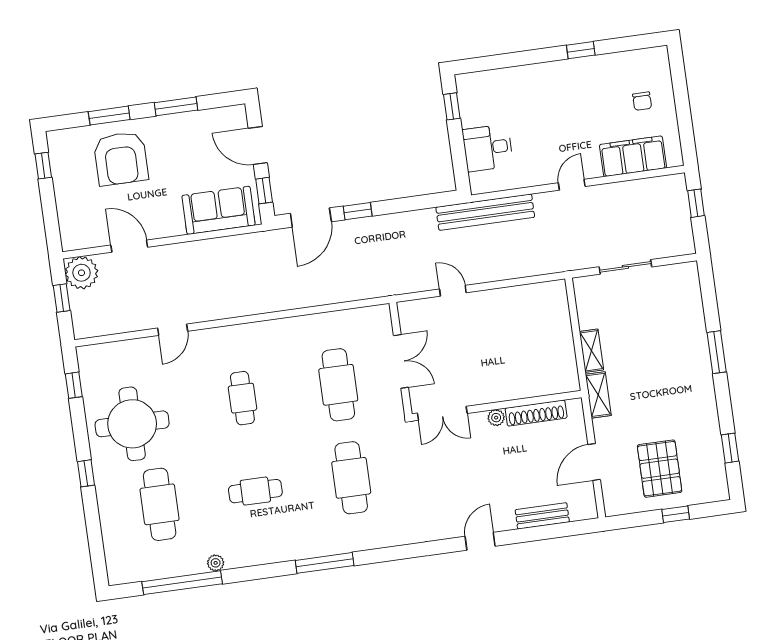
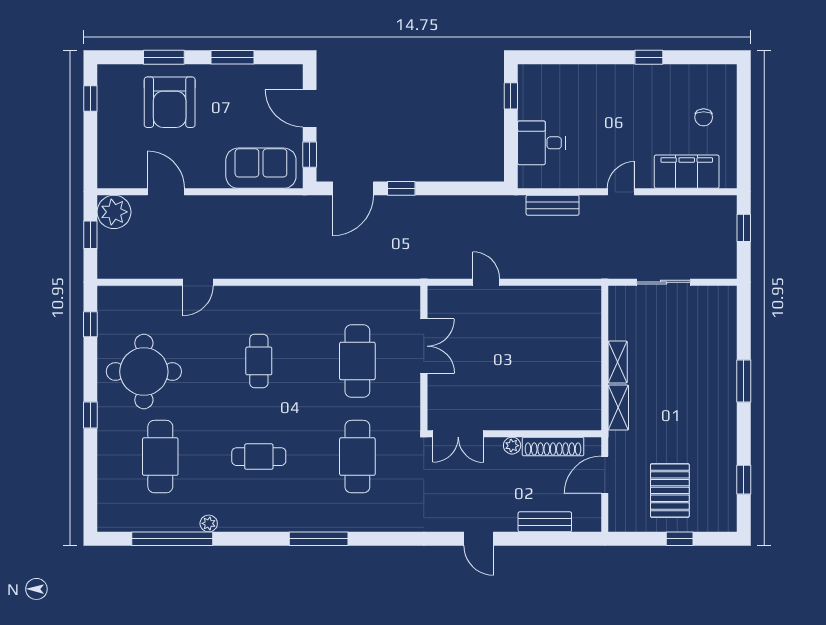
bench: (485, 212) -> (553, 205), width x0.54, depth x0.82
wall: (497, 406) -> (514, 434), moved
double door: (442, 413) -> (458, 434), moved
shoe rack: (536, 413) -> (553, 446), moved
plant: (496, 418) -> (512, 446), moved
door: (480, 541) -> (479, 539), swing flipped

